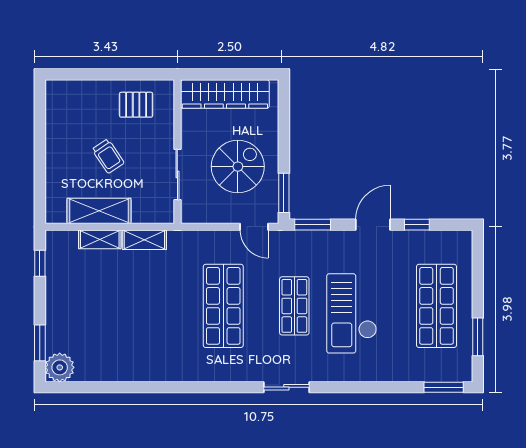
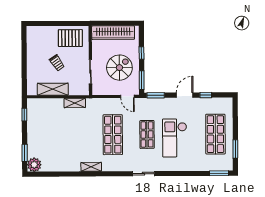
pallet: (136, 105) -> (70, 38), width x1.50, depth x1.42
window: (284, 137) -> (142, 53), added
shelving: (100, 239) -> (91, 167), moved

